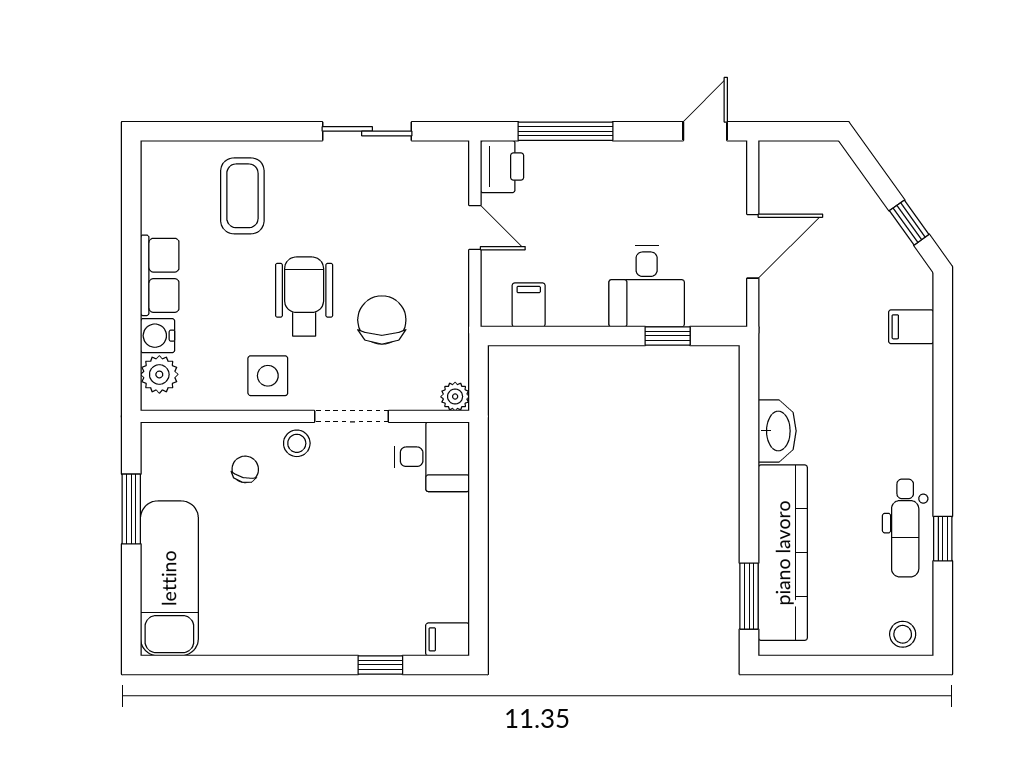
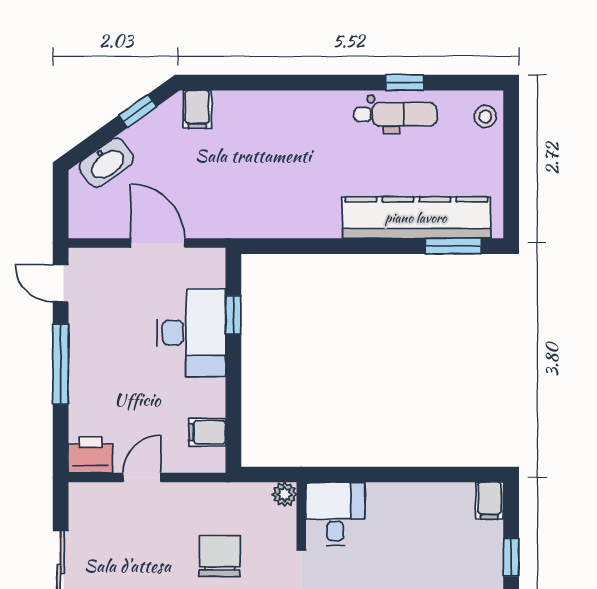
window: (565, 131) -> (61, 364), moved
desk: (647, 286) -> (191, 333), width x1.37
chair: (382, 320) -> (220, 556), turned 90
filing cabinet: (911, 327) -> (197, 109), moved
washbasin: (777, 431) -> (106, 163), moved, turned 144

